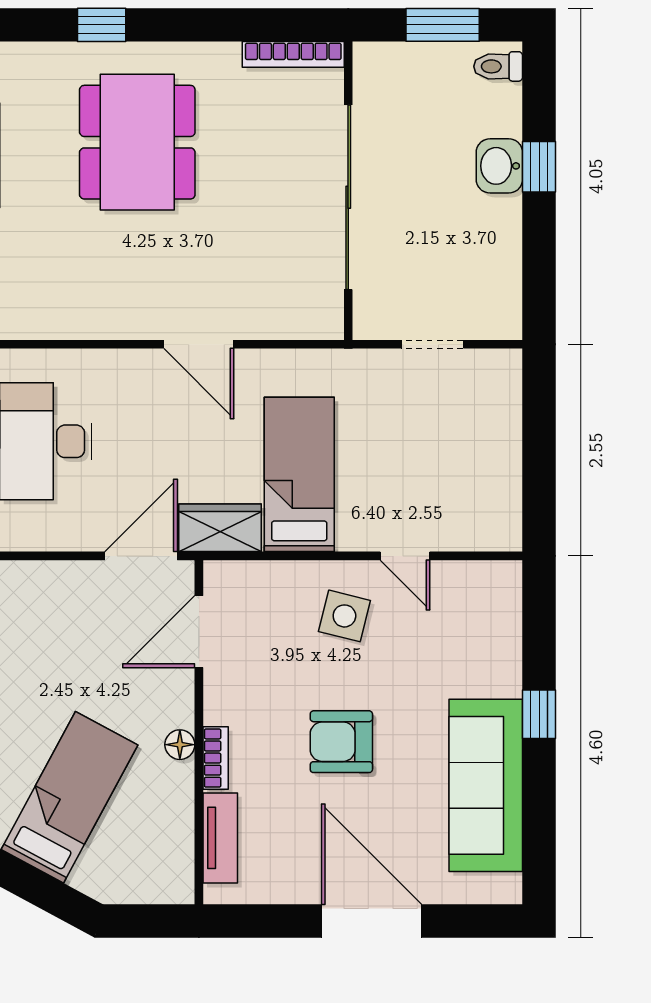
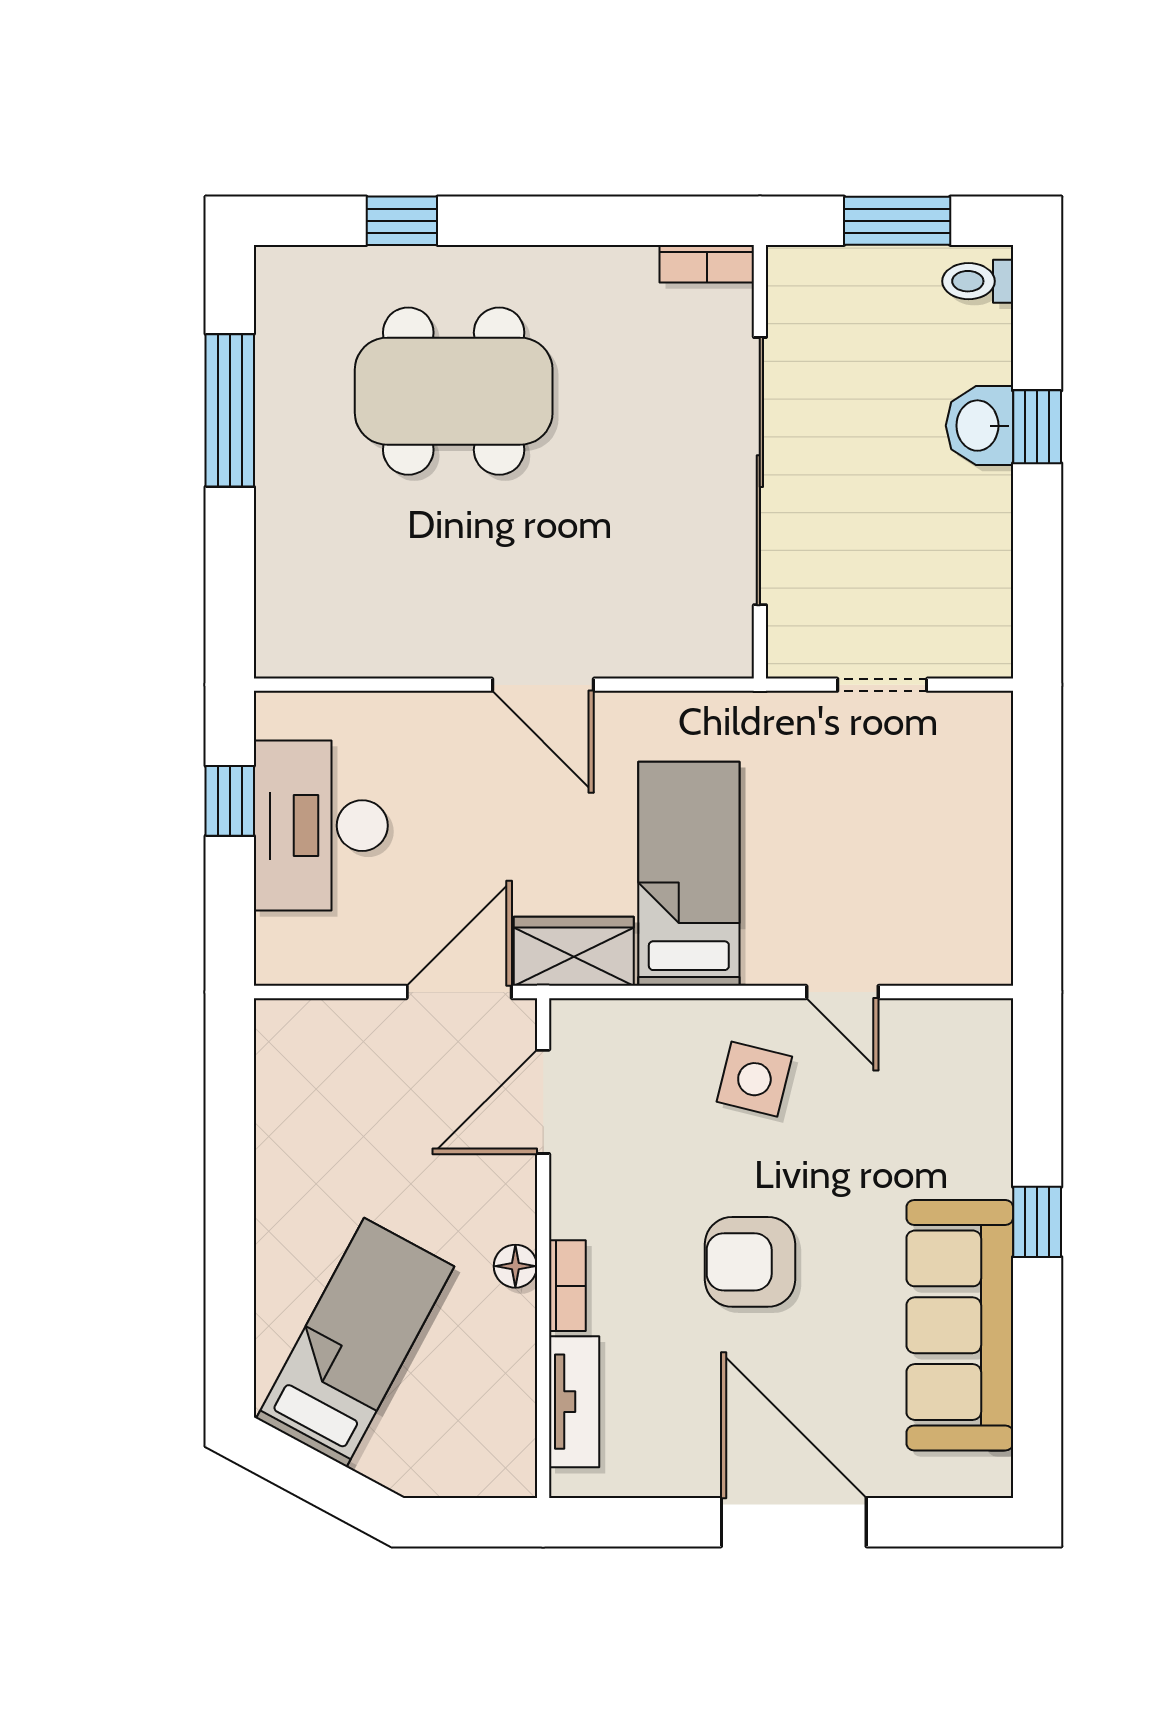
bookcase: (293, 54) -> (707, 264), width x0.64
dining table: (137, 142) -> (454, 391), turned 90

